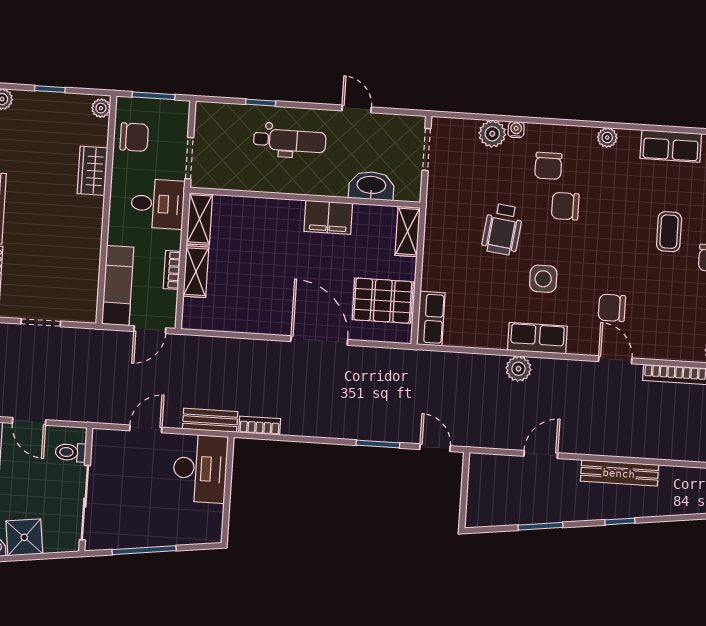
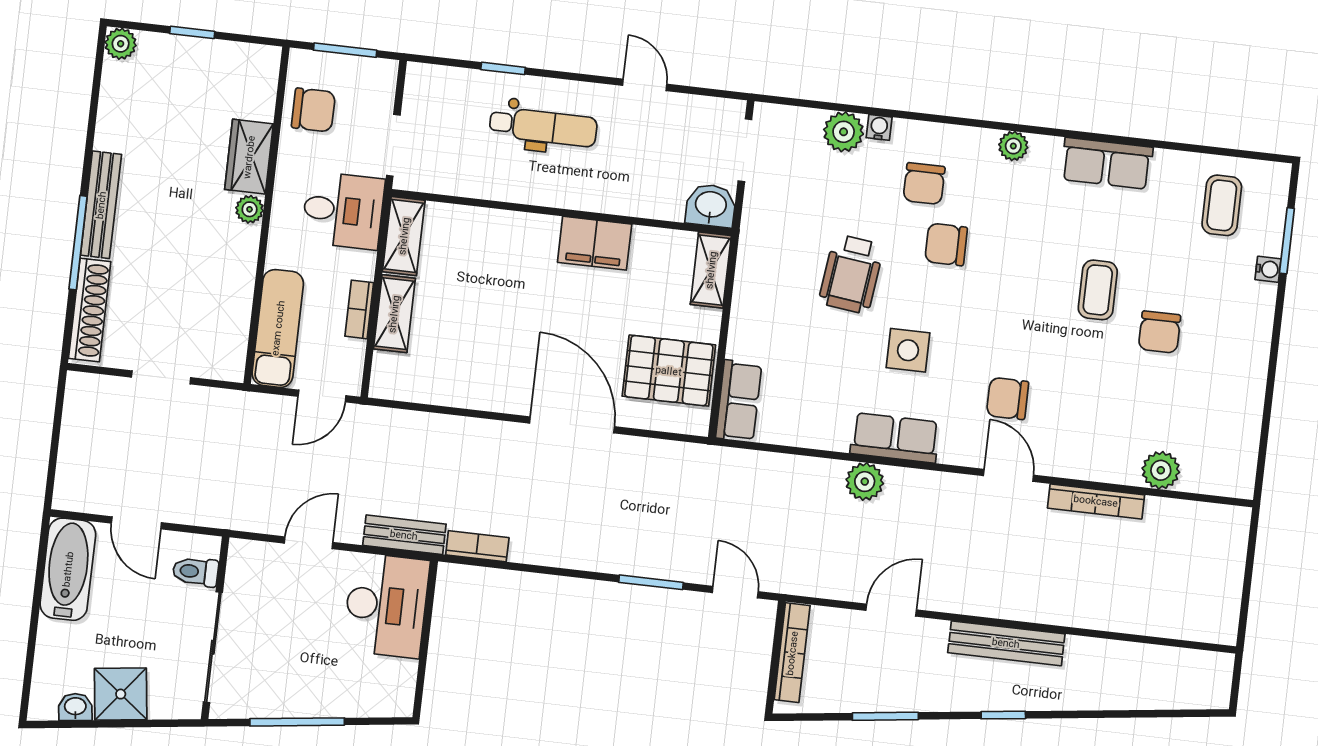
plant: (101, 108) -> (250, 209), moved
washbasin: (371, 186) -> (711, 206), moved, width x0.72
bookcase: (475, 487) -> (792, 653), added

